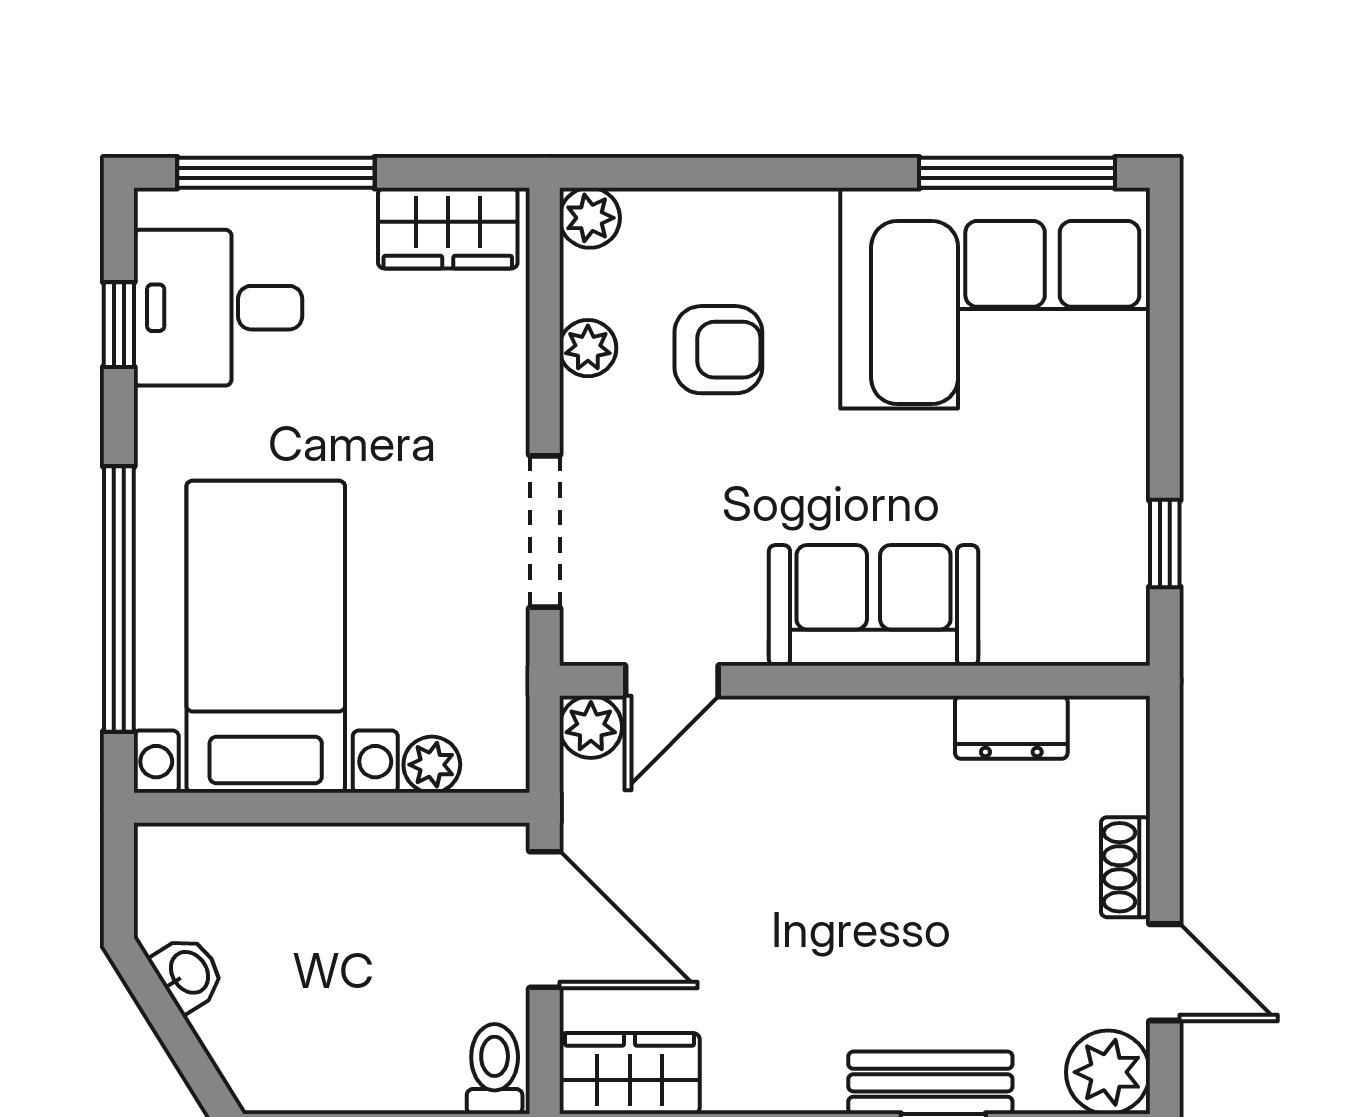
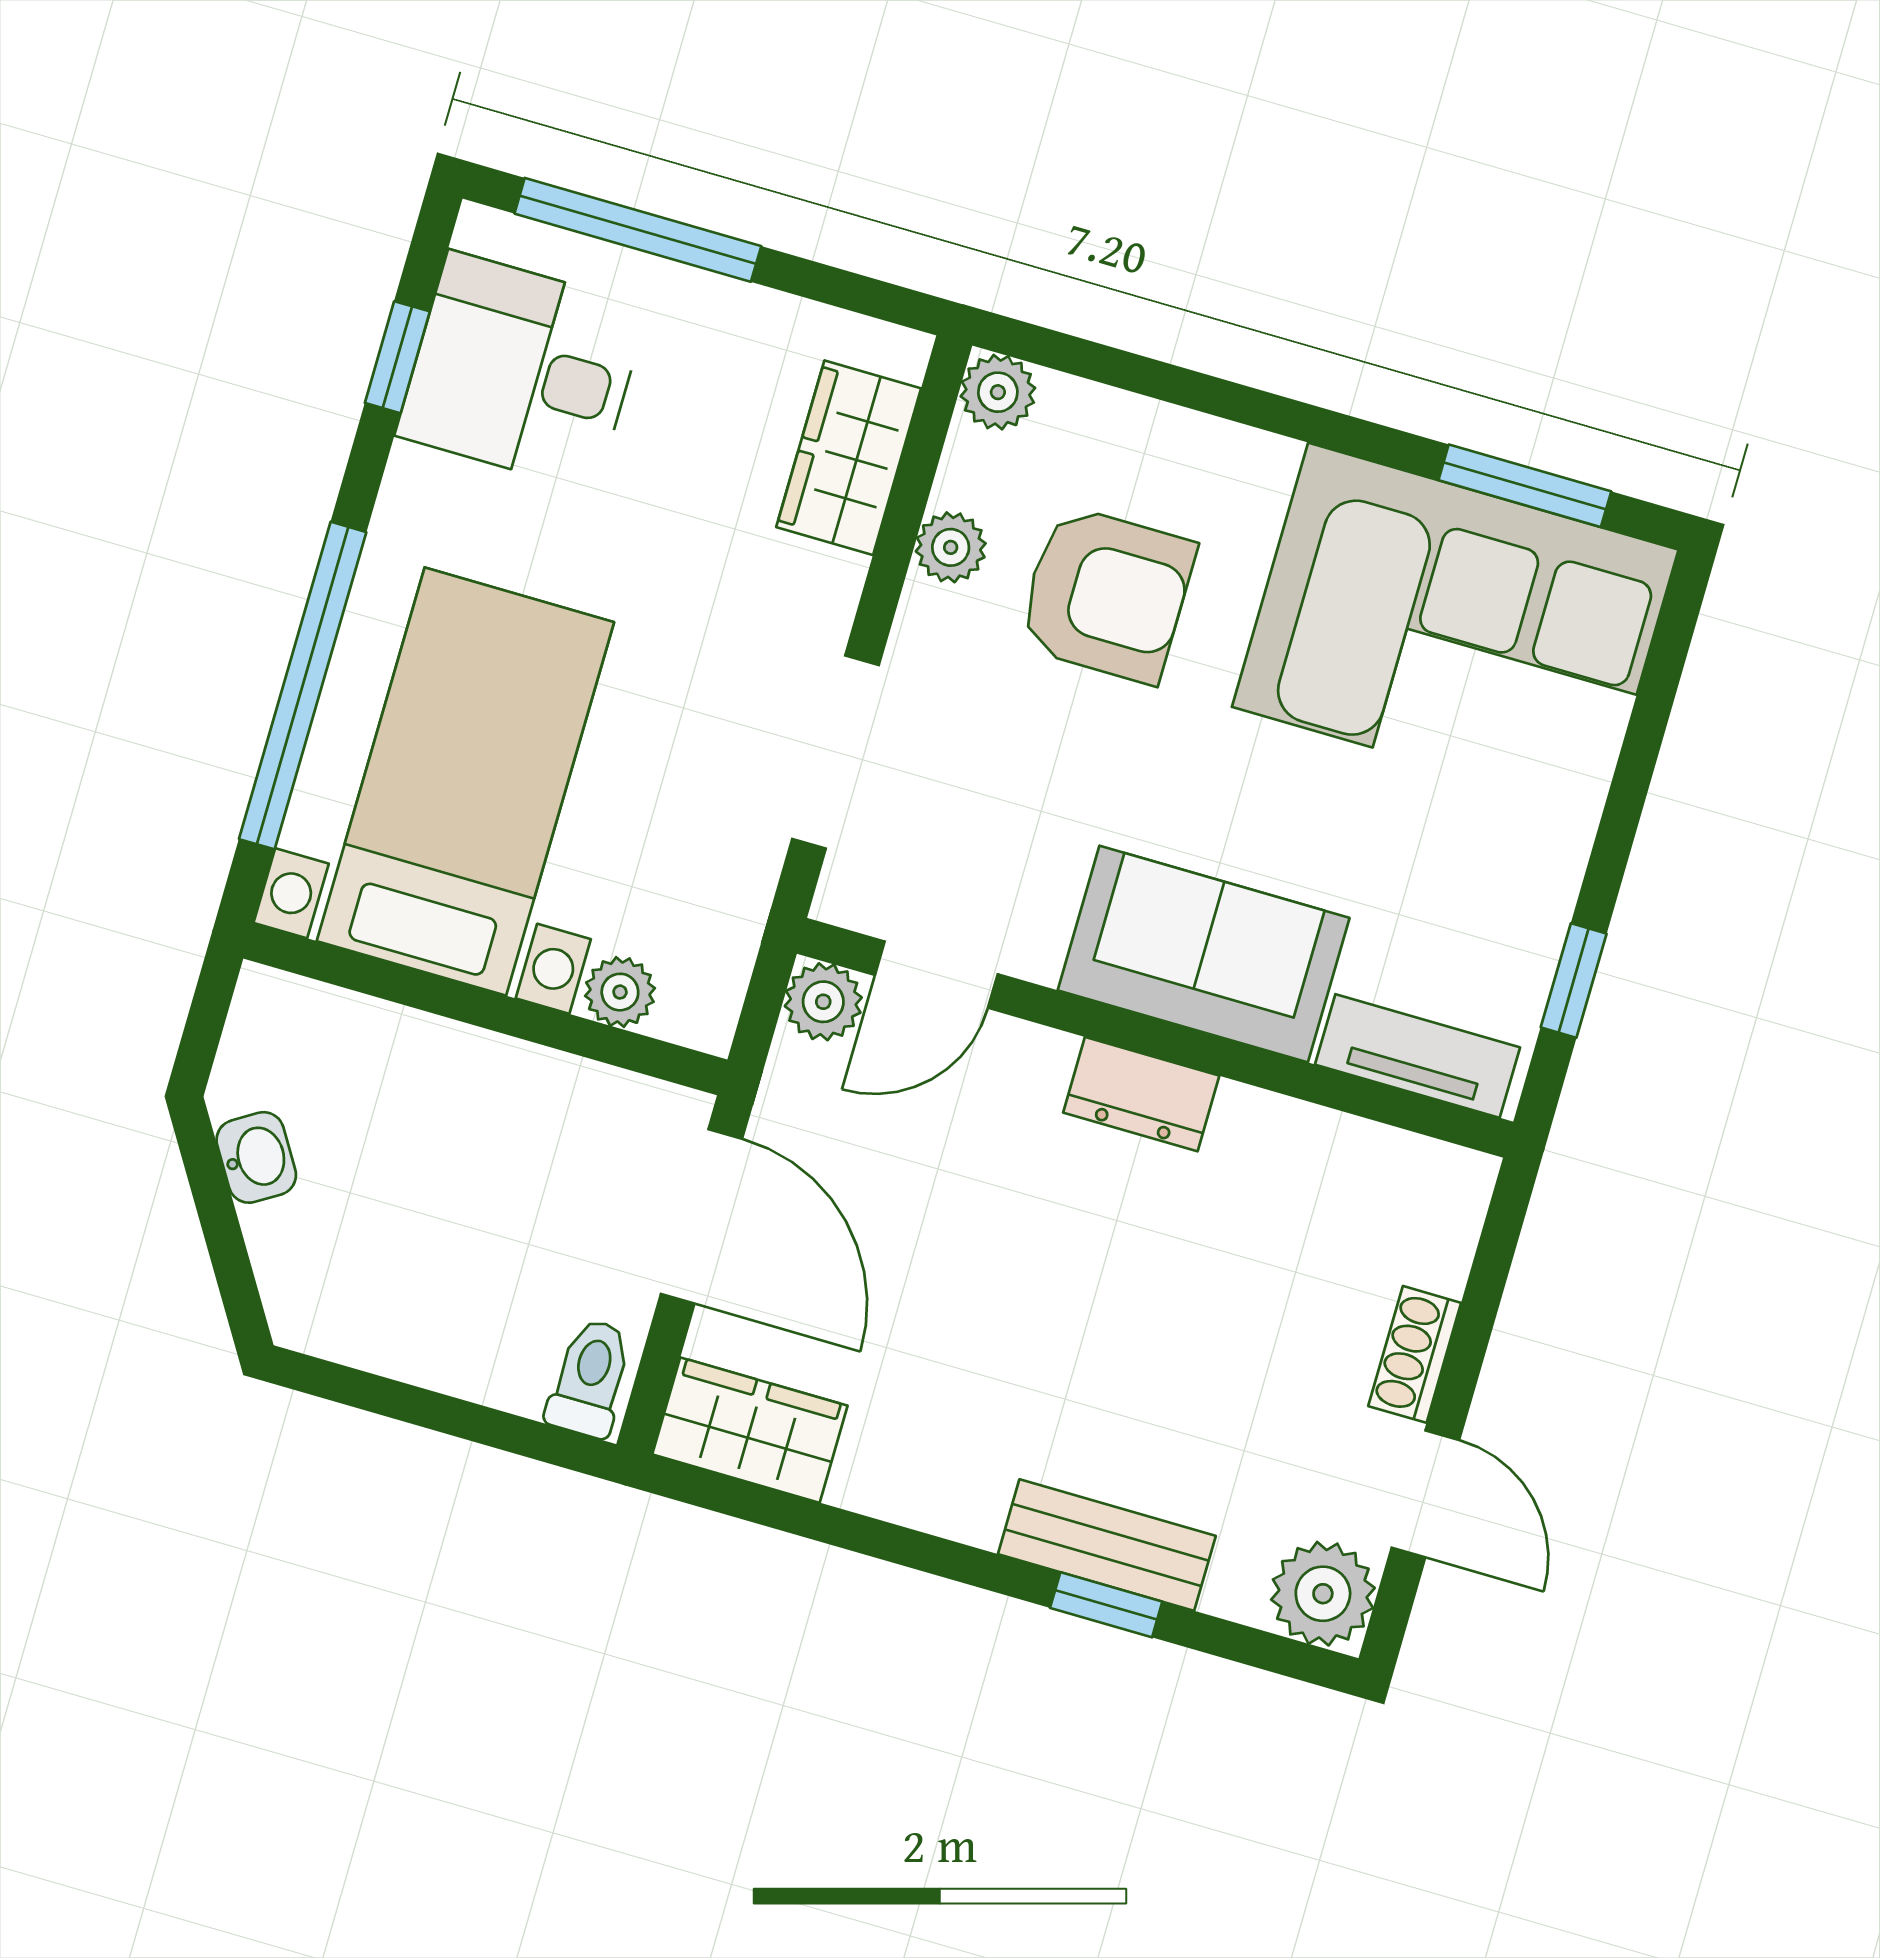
window: (1017, 173) -> (1525, 486), width x0.69
wardrobe: (448, 228) -> (849, 458), moved, turned 90
armchair: (718, 350) -> (1106, 594), width x1.38, depth x1.38
tv unit: (1061, 636) -> (1418, 1056), added
dresser: (1011, 727) -> (1141, 1094), moved

